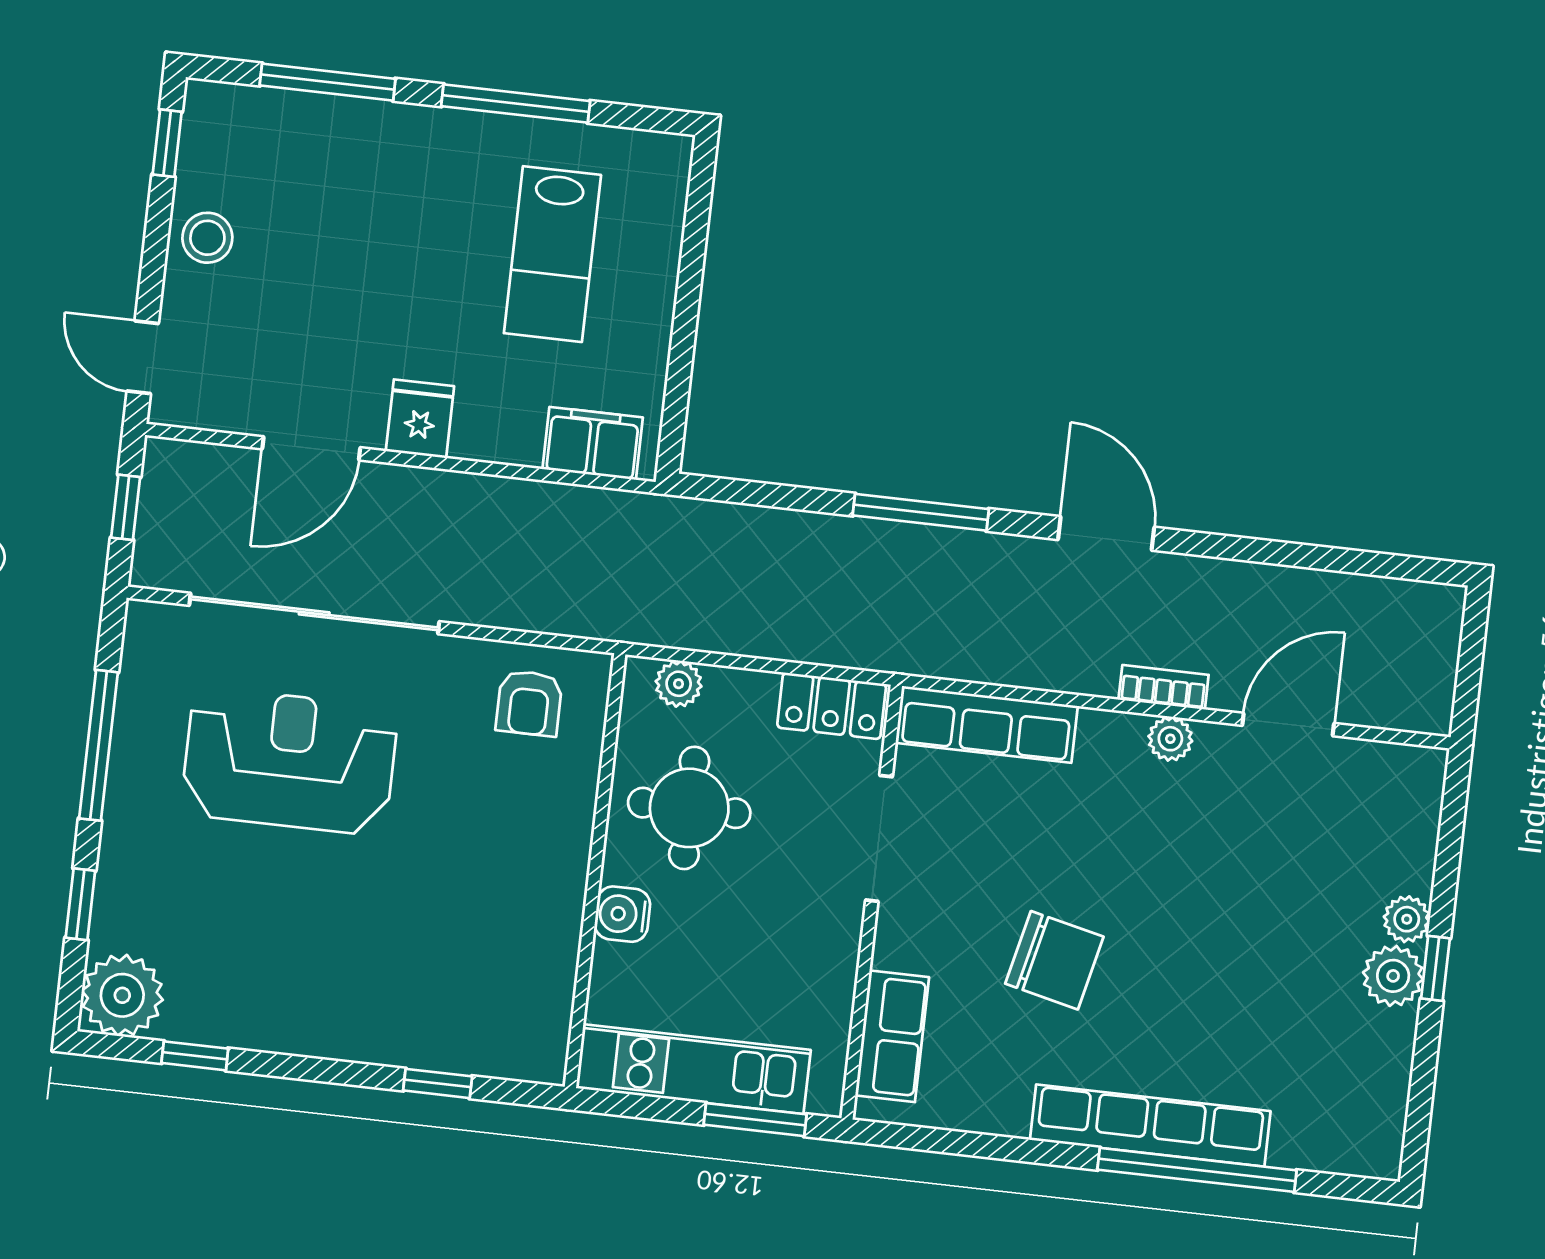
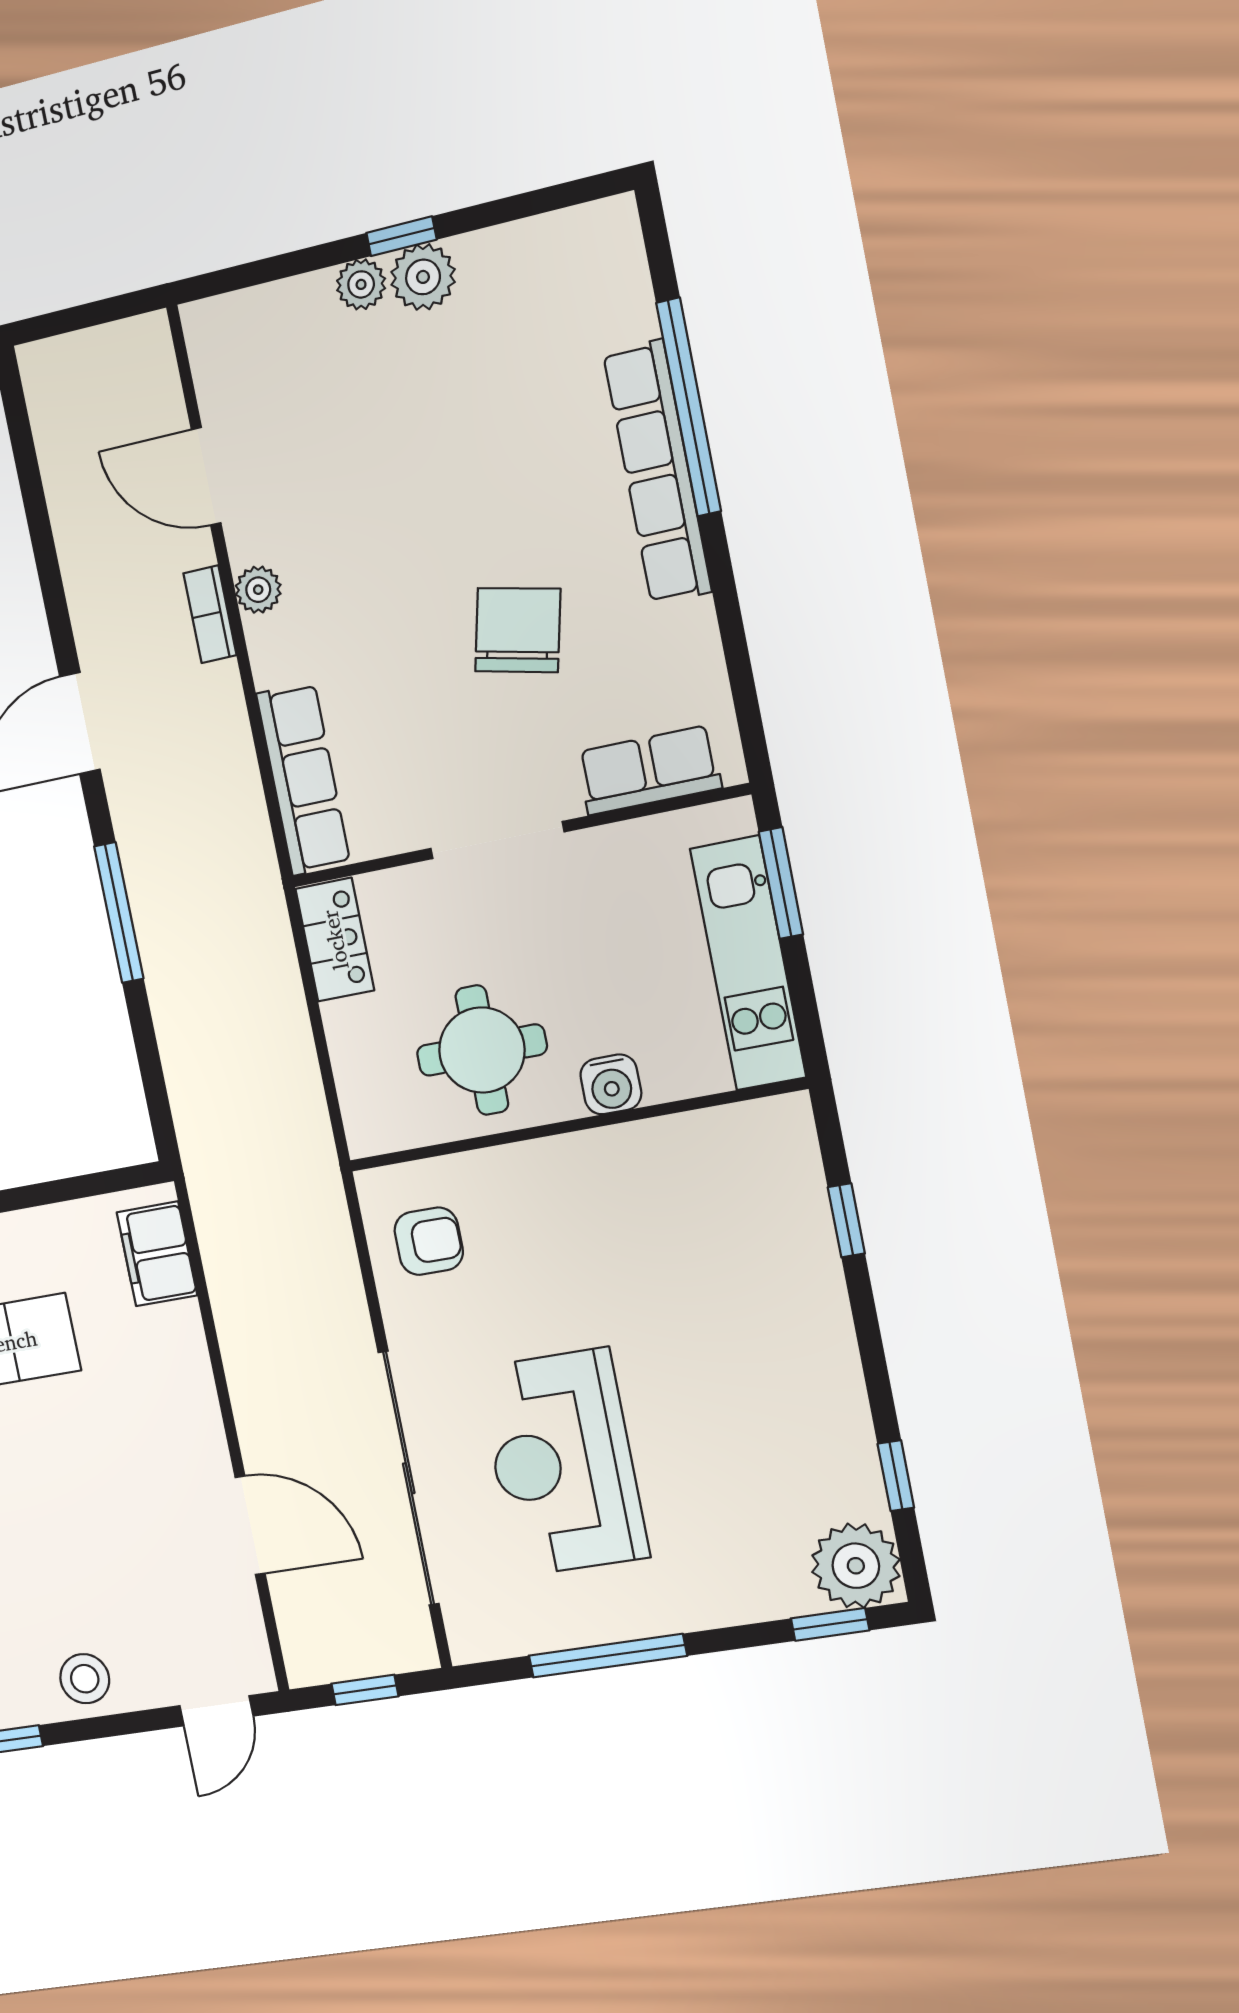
fridge: (420, 419) -> (188, 1428), removed
plant: (679, 684) -> (362, 1099), removed
doorway: (879, 838) -> (497, 840), moved
window: (80, 904) -> (830, 1624), moved

